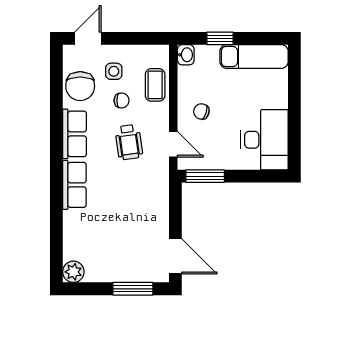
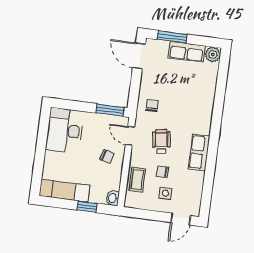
chair: (80, 86) -> (152, 105), moved, width x0.54, depth x0.54
row of seats: (74, 185) -> (187, 52), moved, turned -90

